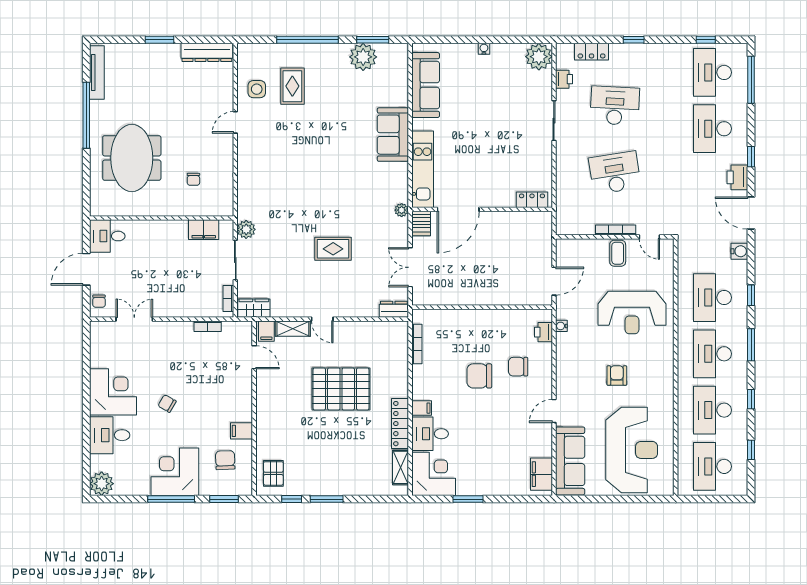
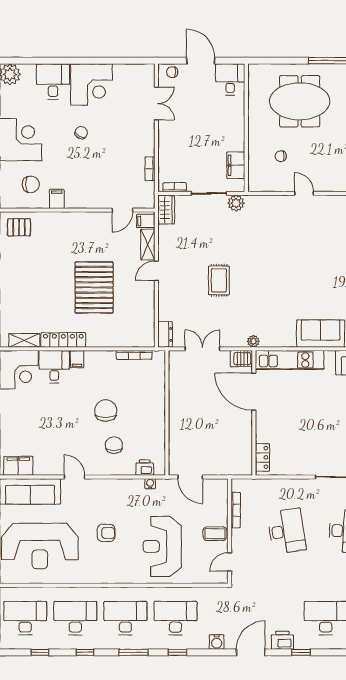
door: (235, 122) -> (304, 193), moved
bookcase: (616, 230) -> (236, 510), moved

